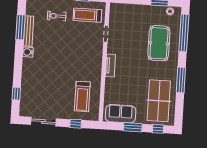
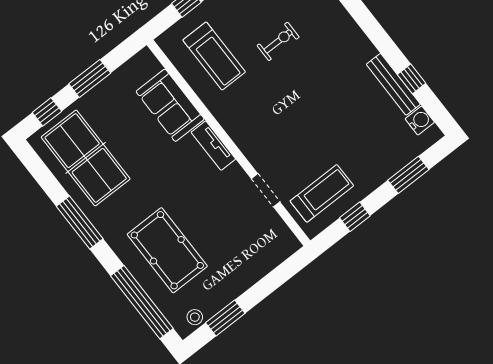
exercise bike: (57, 16) -> (278, 41), moved
window: (20, 27) -> (412, 79), width x0.46
water cooler: (28, 52) -> (420, 121), moved
treadmill: (82, 96) -> (214, 56), turned 180
sofa: (121, 114) -> (170, 105), moved, turned 90

